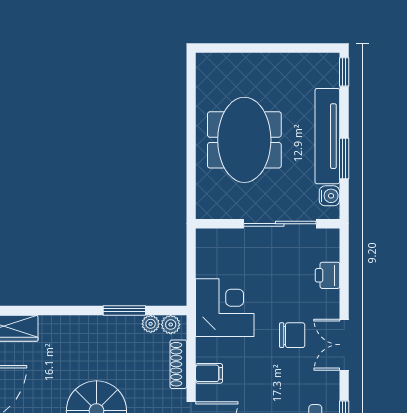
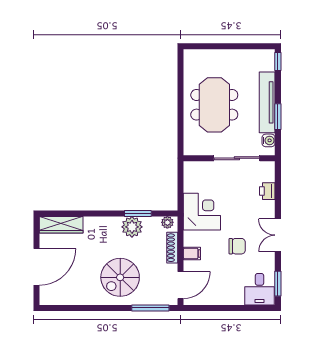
plant: (151, 324) -> (132, 227), moved, width x1.88, depth x1.88
chair: (292, 335) -> (237, 246), moved

